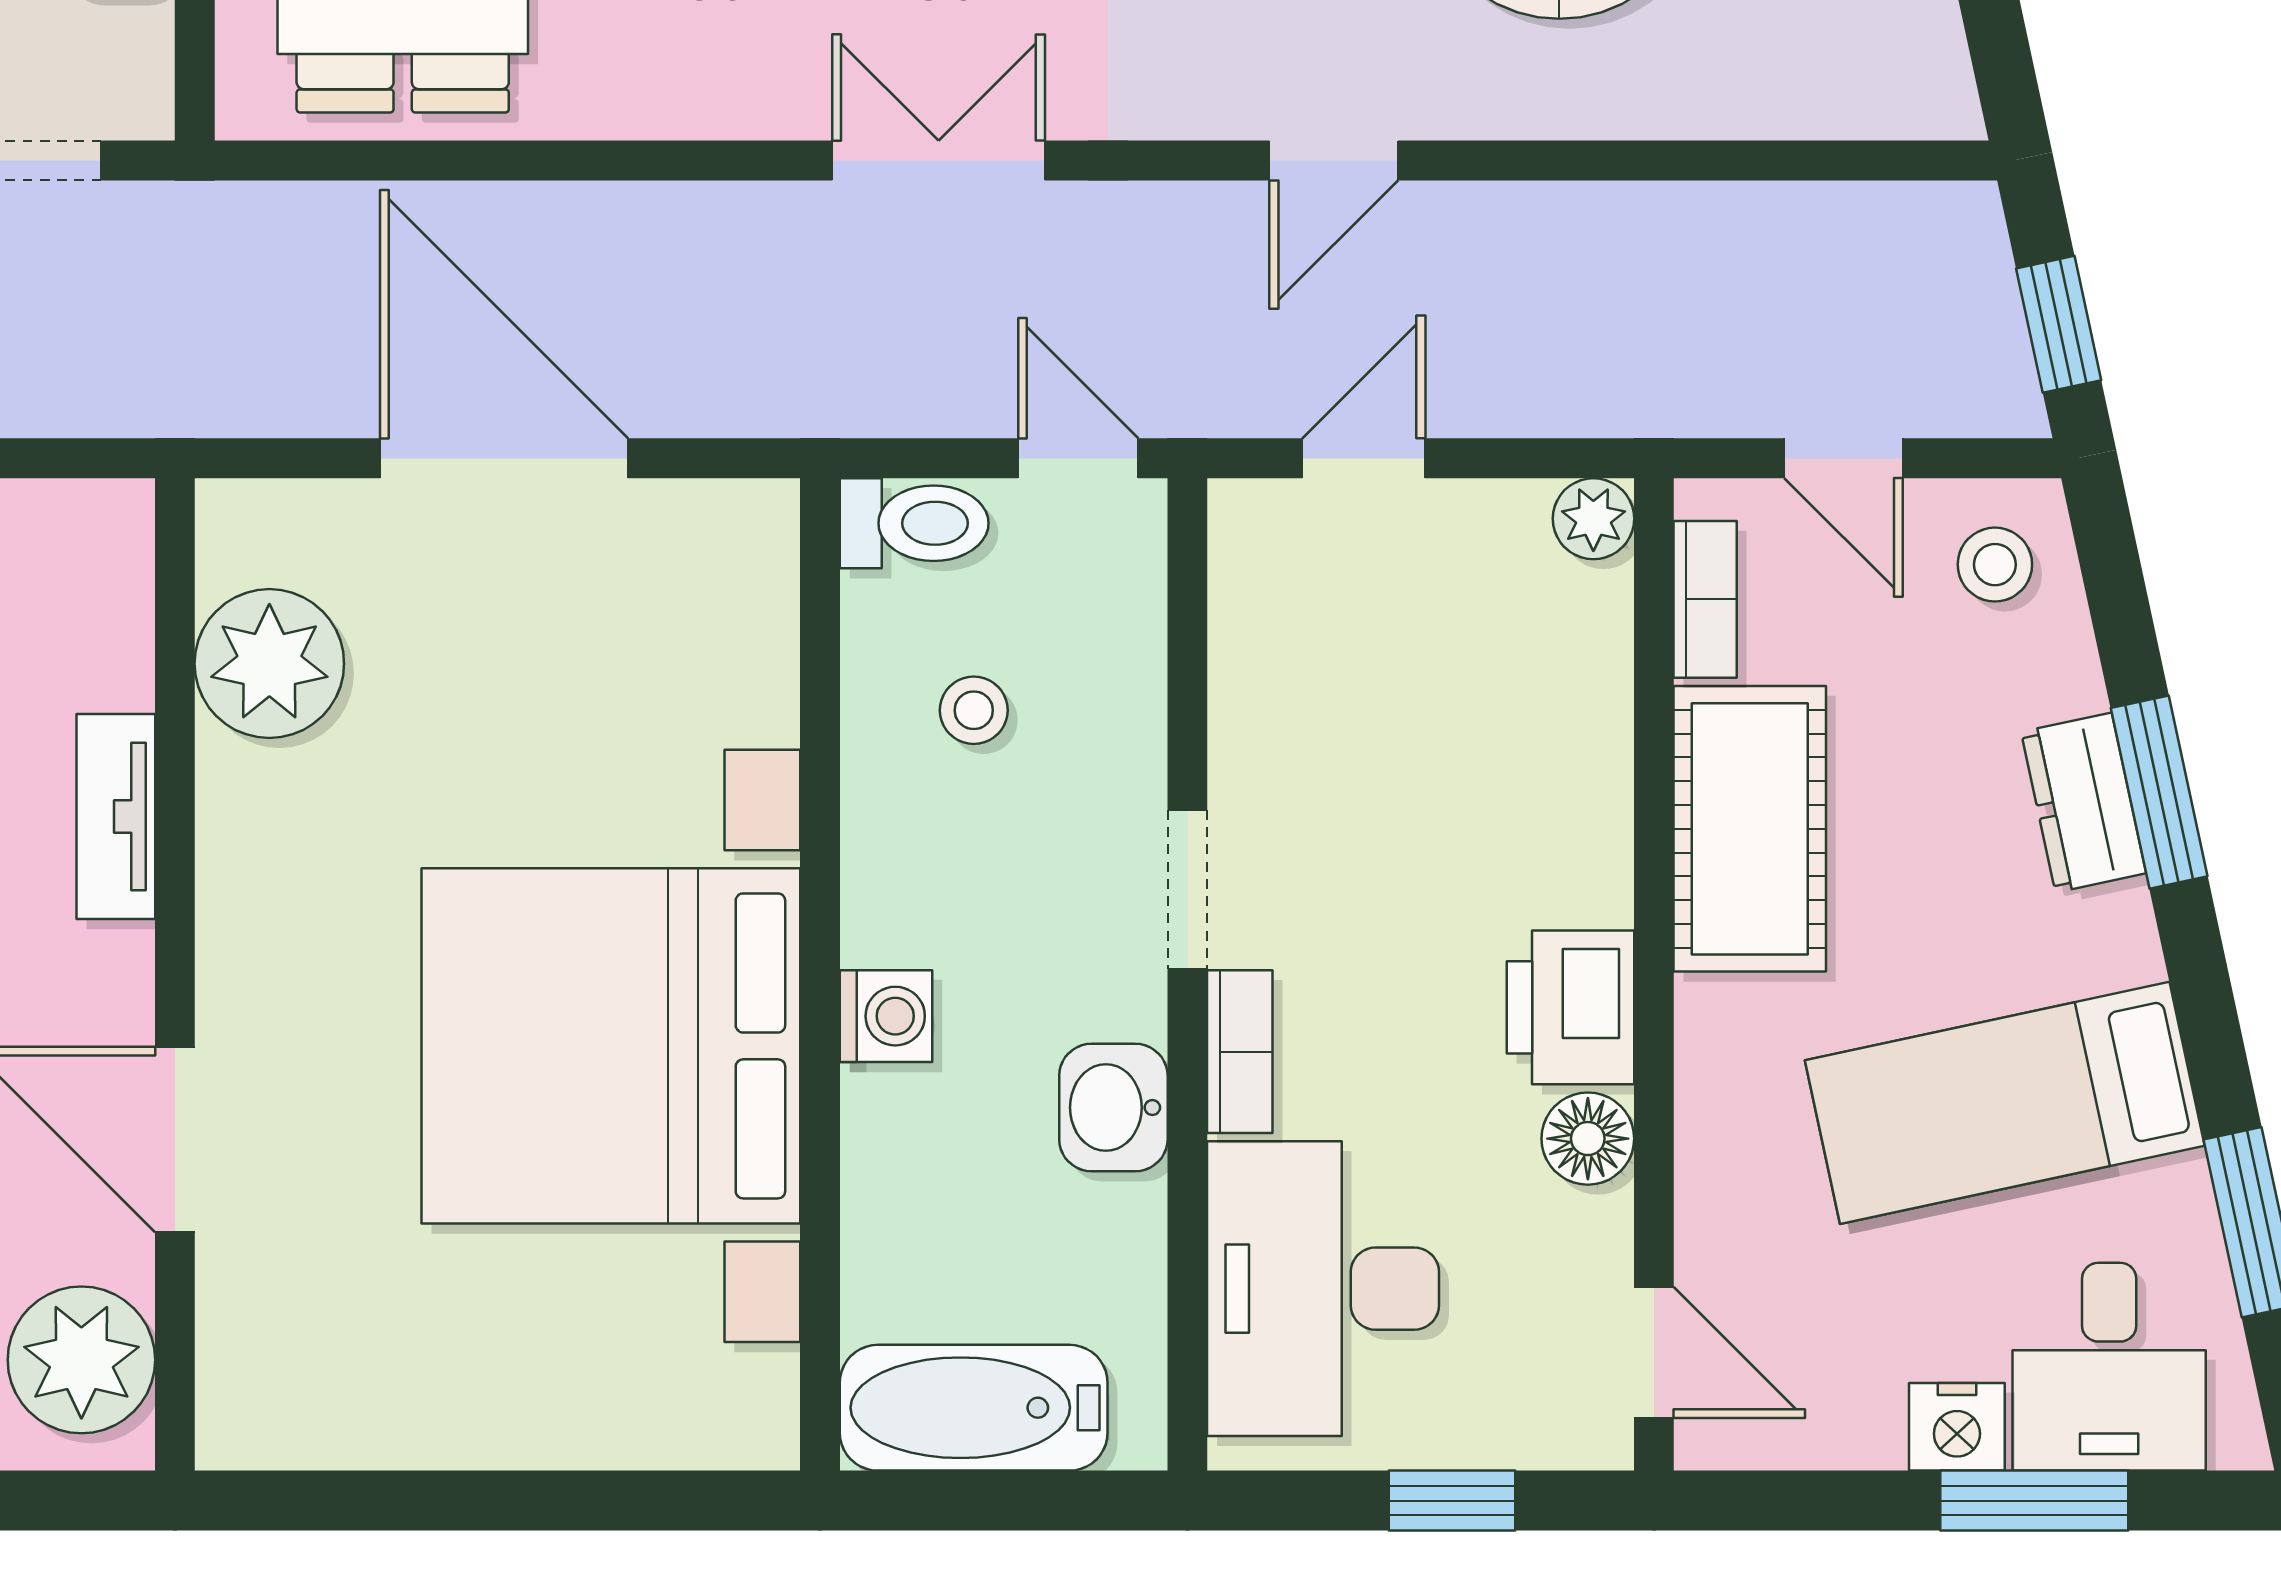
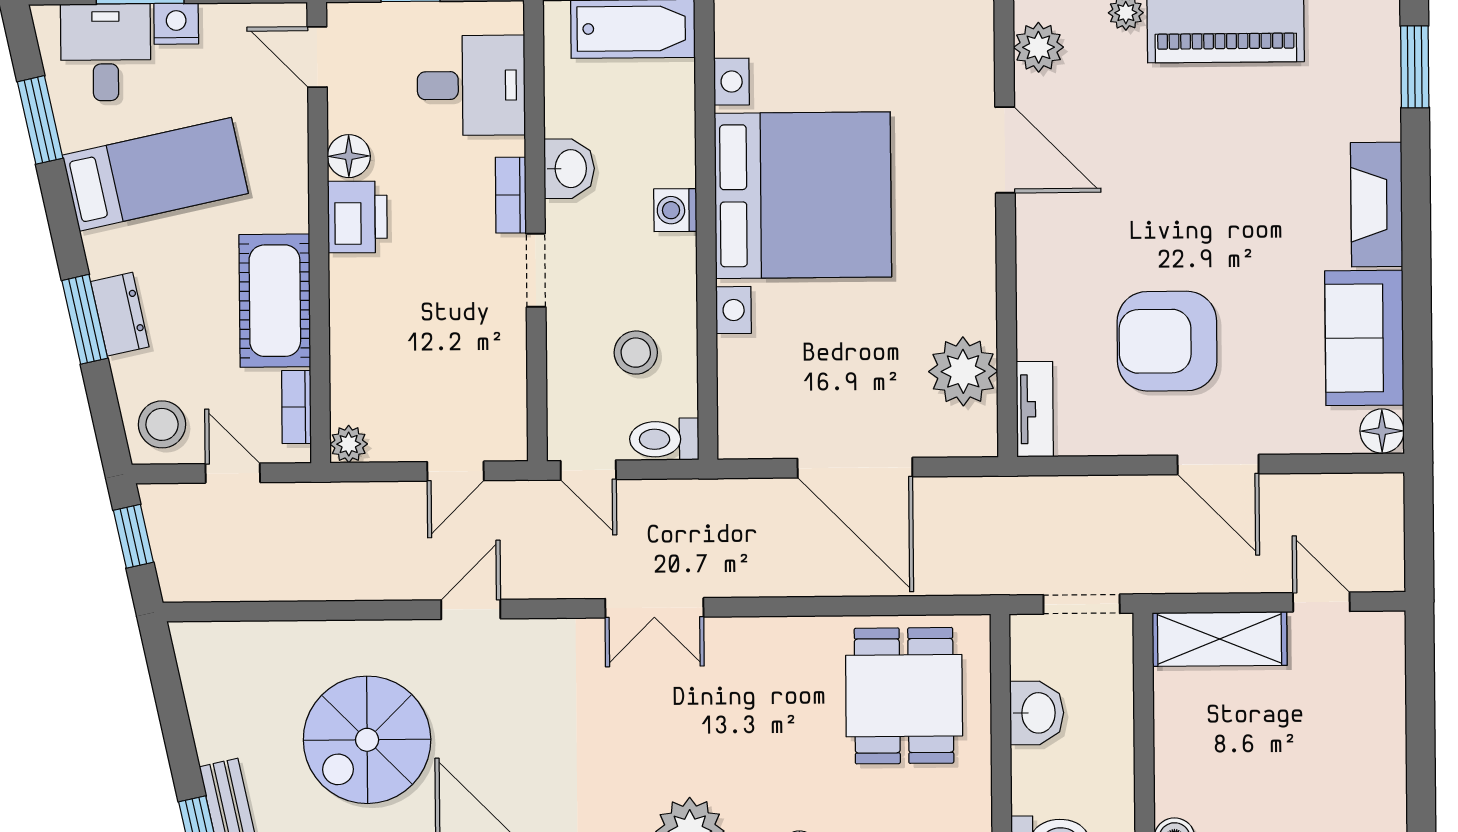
stool: (1995, 565) -> (162, 424), width x1.37, depth x1.37
stool: (974, 710) -> (636, 353), width x1.37, depth x1.37
tv unit: (116, 817) -> (1035, 409), moved
desk: (1323, 1289) -> (471, 85), width x0.73
plant: (81, 1360) -> (1038, 47), width x0.73, depth x0.73

